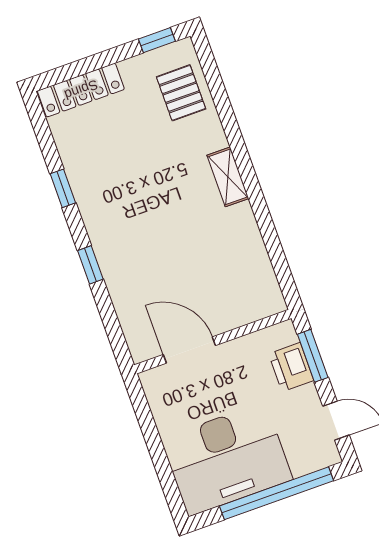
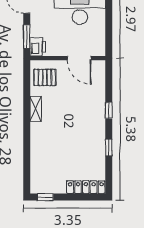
pallet: (181, 93) -> (45, 77), moved, turned 90
shelving: (228, 177) -> (36, 109), moved
printer: (291, 367) -> (38, 47), moved

